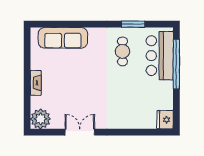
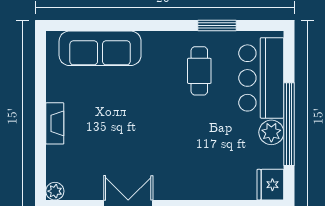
window: (176, 64) -> (289, 124), moved
plant: (166, 88) -> (271, 132), added
plant: (40, 119) -> (55, 191), width x0.53, depth x0.53

